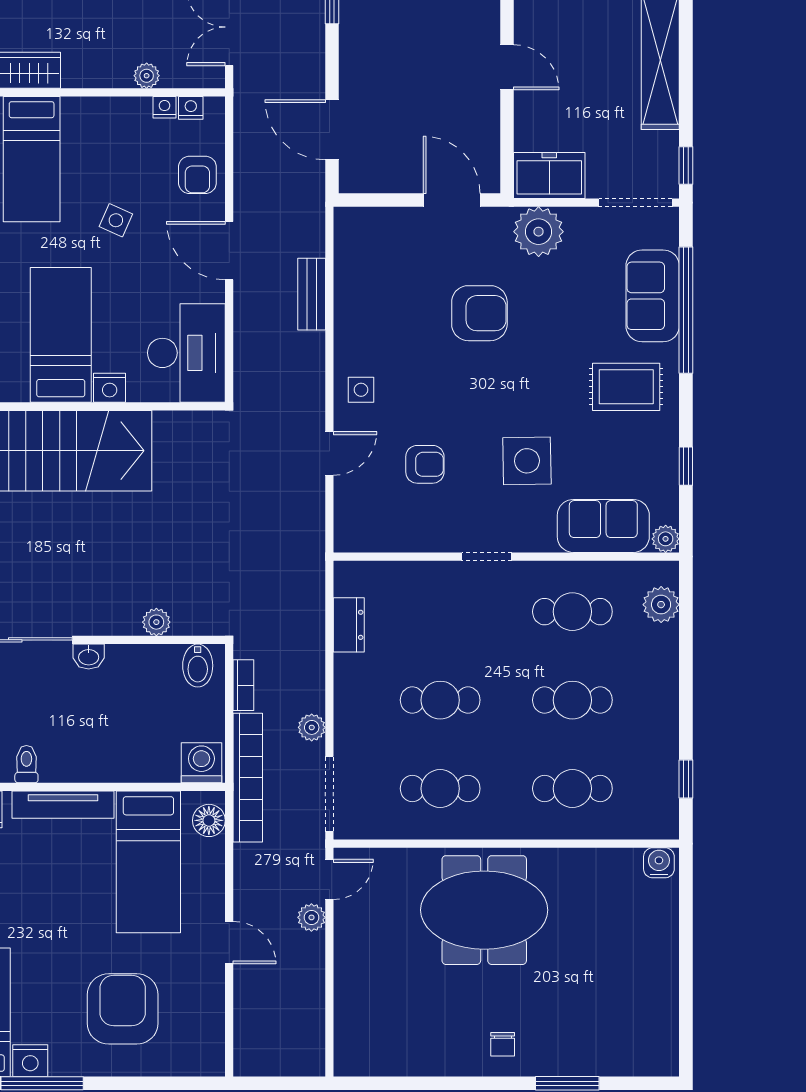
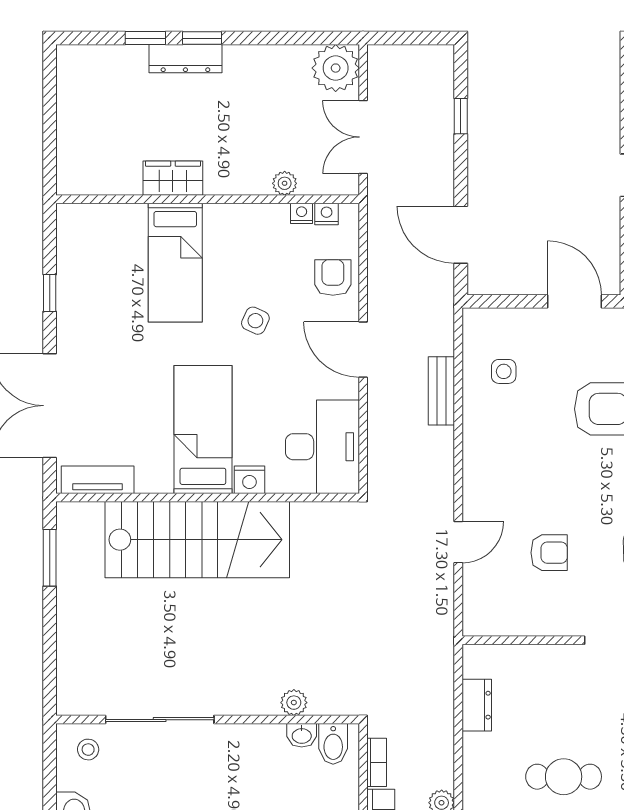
armchair: (197, 175) -> (333, 278), turned 180
side table: (361, 390) -> (504, 371), moved
washbasin: (89, 657) -> (302, 735), moved

